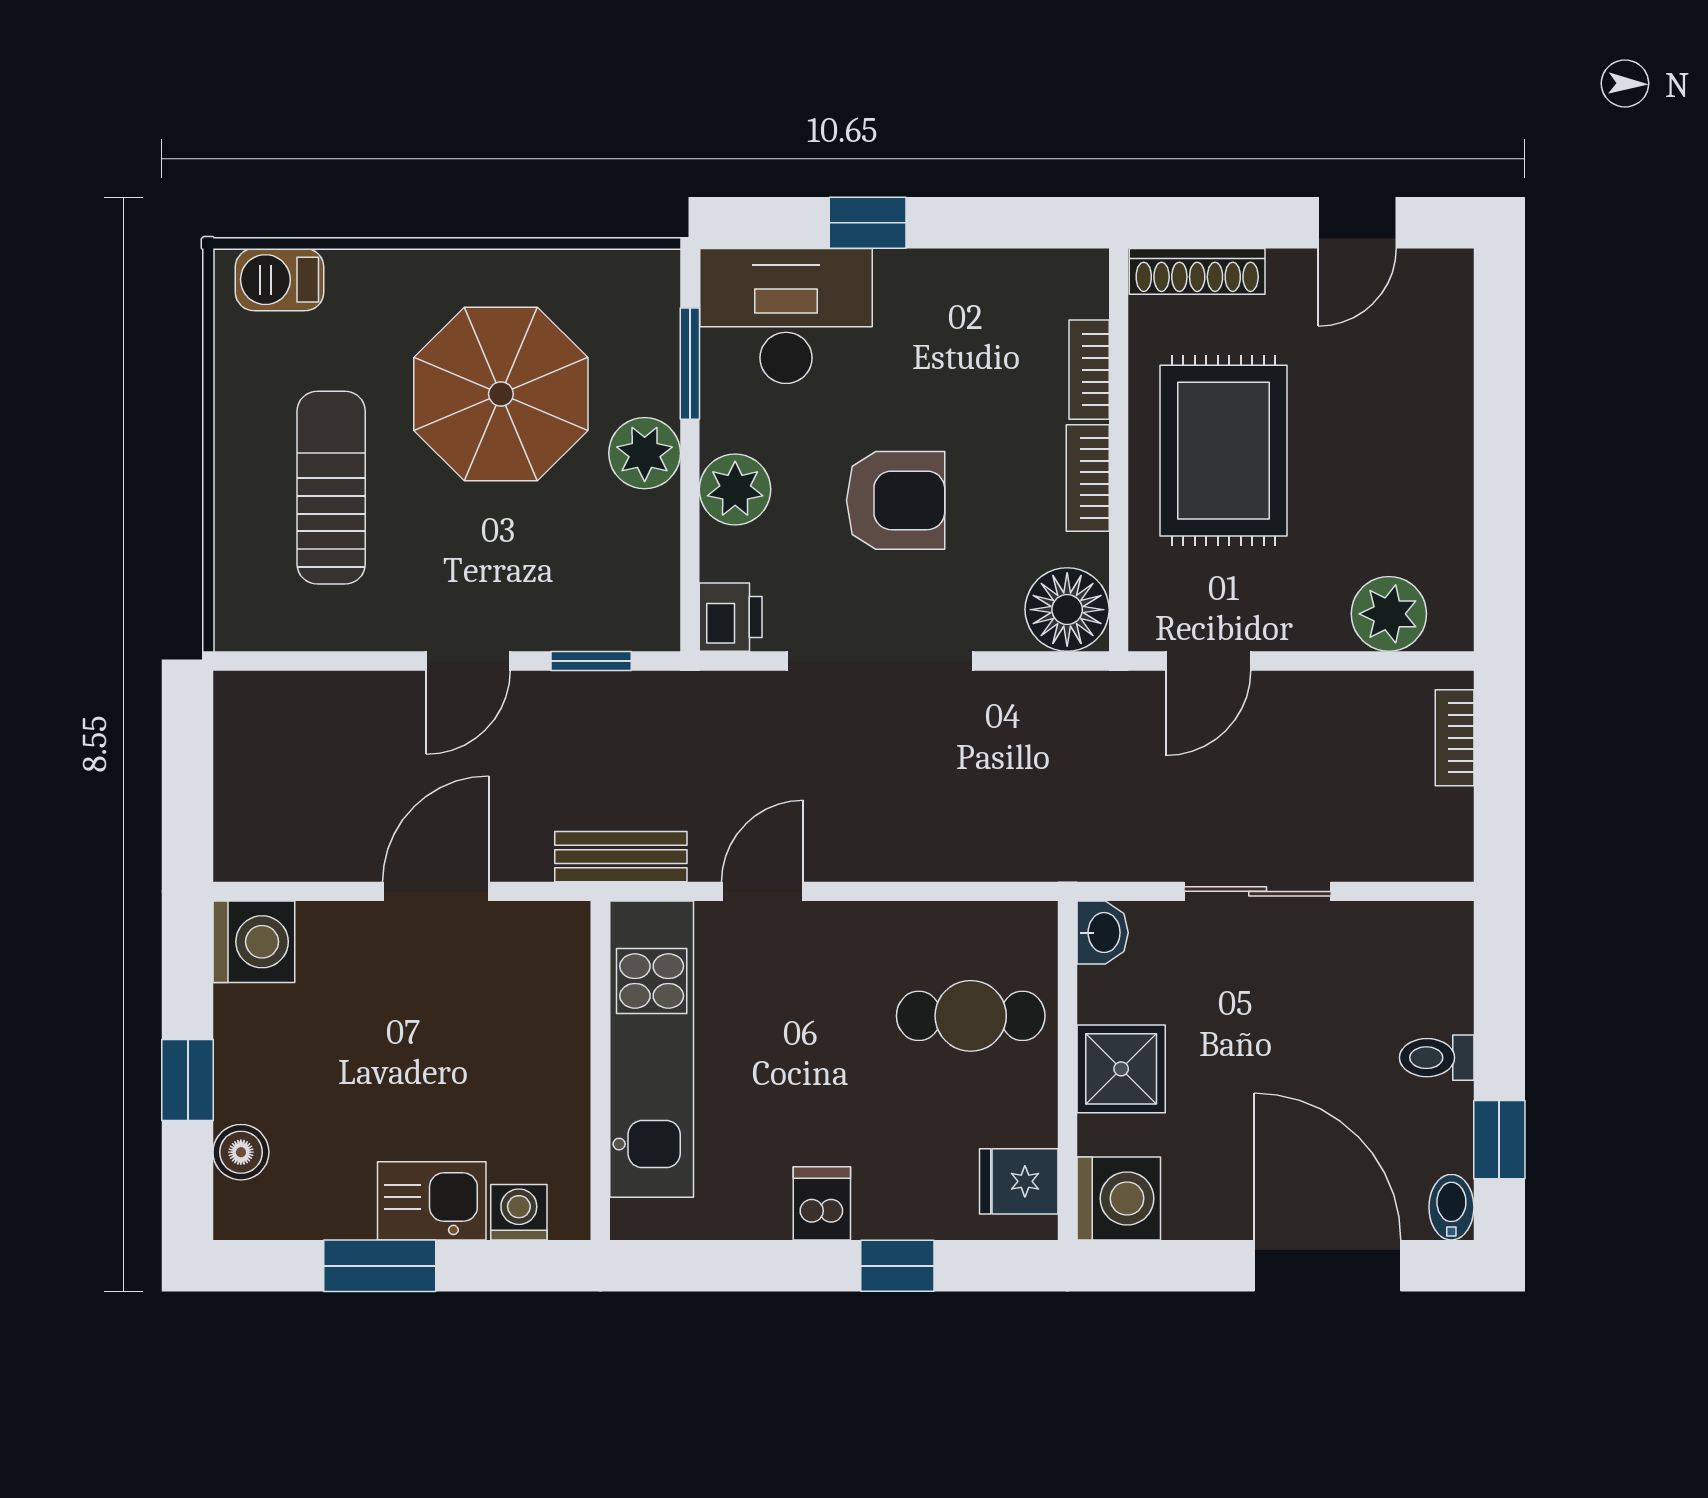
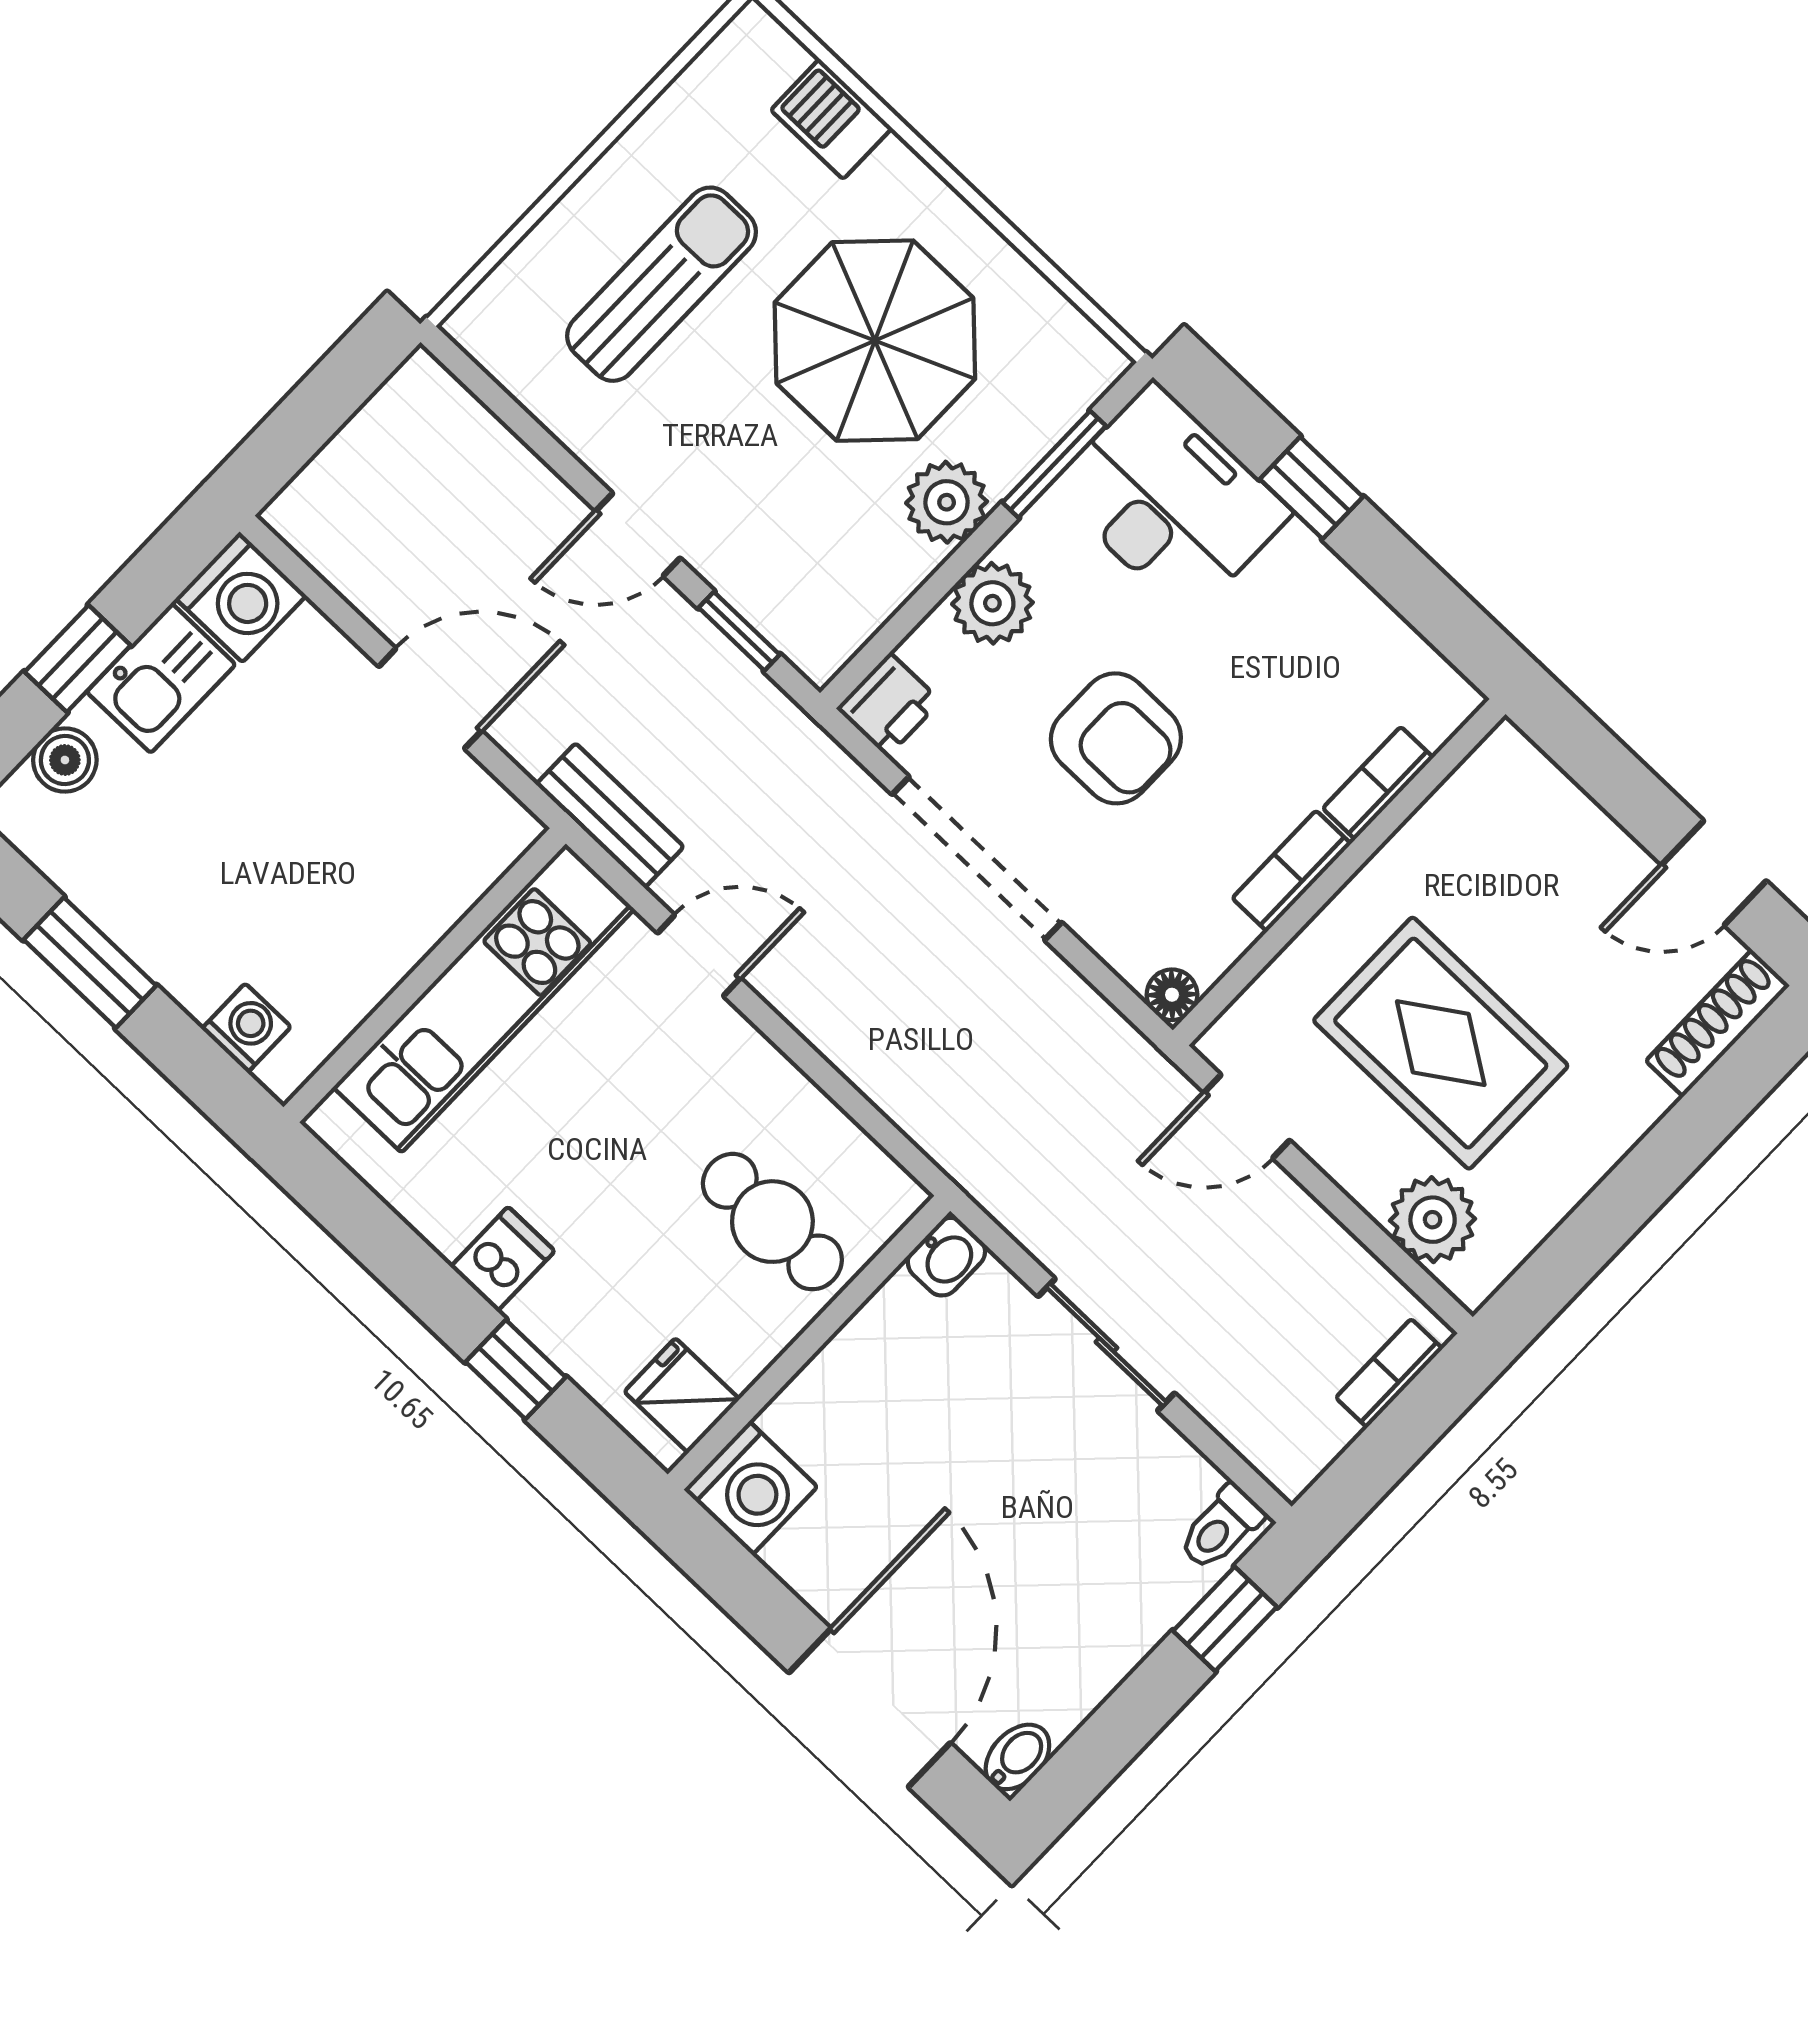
shoe rack: (1197, 271) -> (1718, 1023), moved, turned 90
barbecue: (280, 280) -> (831, 119), moved
rug: (1224, 451) -> (1441, 1043), moved, turned 90
floor lamp: (1067, 610) -> (1172, 995), width x0.53, depth x0.53
toilet: (1437, 1058) -> (1221, 1528), moved, turned -90
shower: (1121, 1069) -> (855, 1383), removed
window: (1499, 1140) -> (1225, 1619), moved
kitchen sink: (432, 1201) -> (161, 678), moved, turned 90

